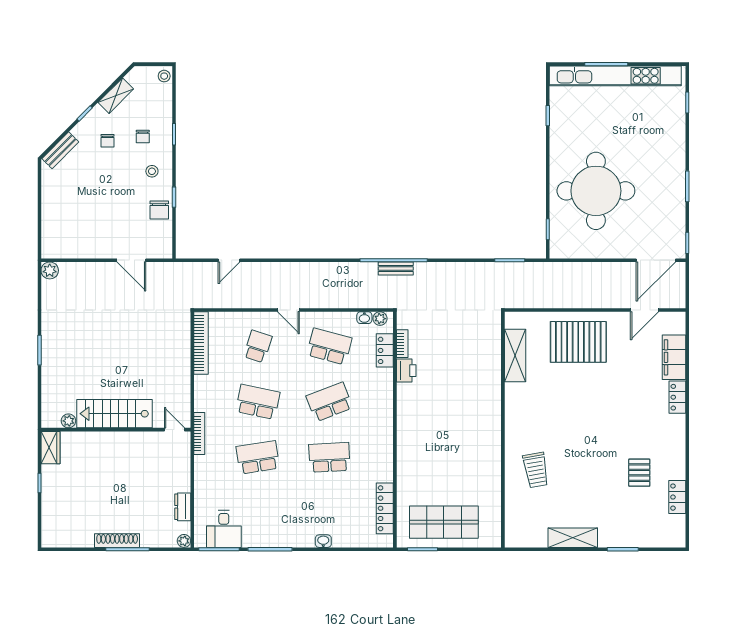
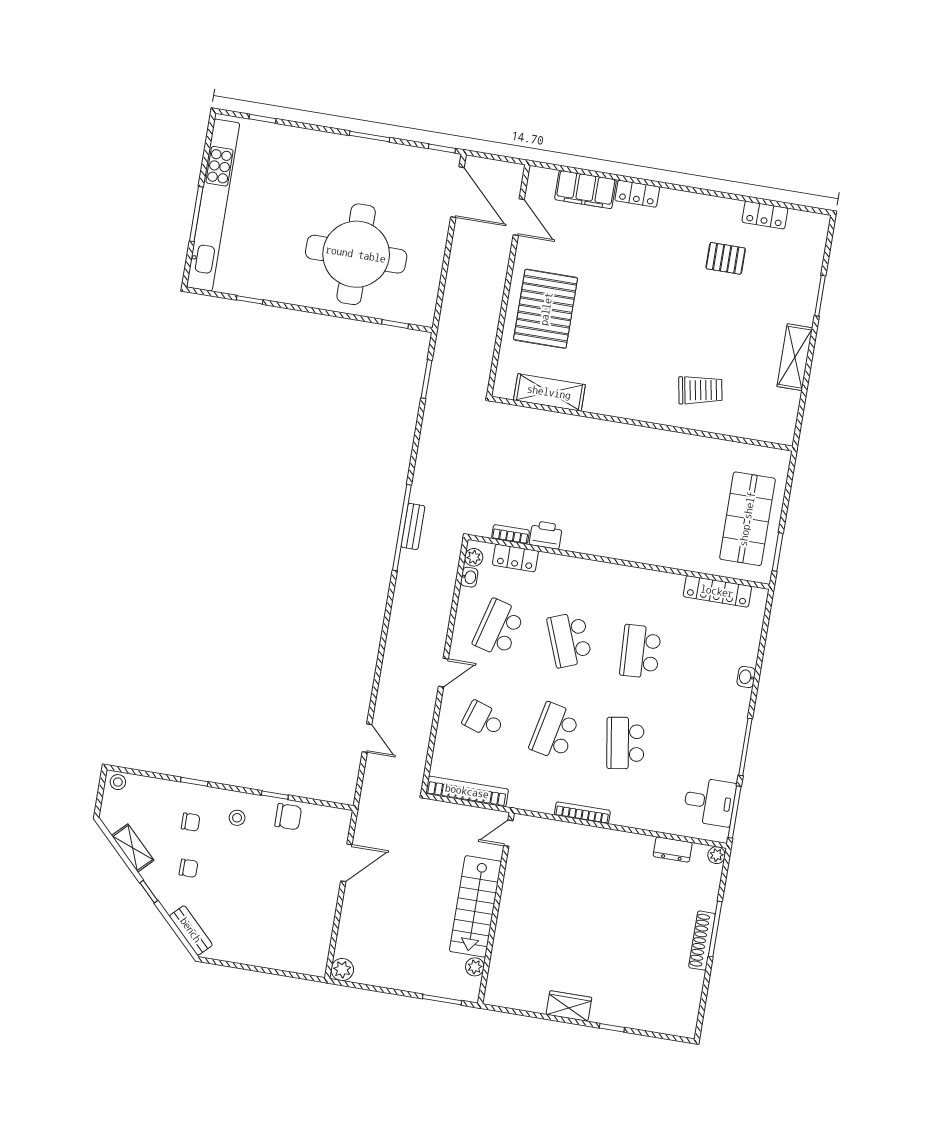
stairs: (115, 414) -> (475, 906), moved
plant: (68, 421) -> (475, 967), moved
wall: (116, 430) -> (496, 908), moved
door: (174, 430) -> (508, 833), moved

